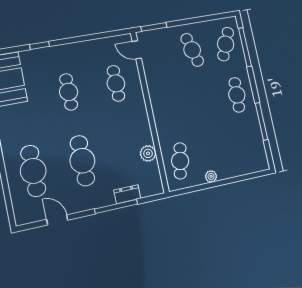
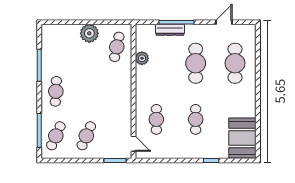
cafe table: (192, 50) -> (86, 136), turned 39
plant: (211, 176) -> (89, 33), width x1.88, depth x1.88
dresser: (127, 194) -> (170, 30), width x1.44
door: (57, 220) -> (224, 22), swing flipped

